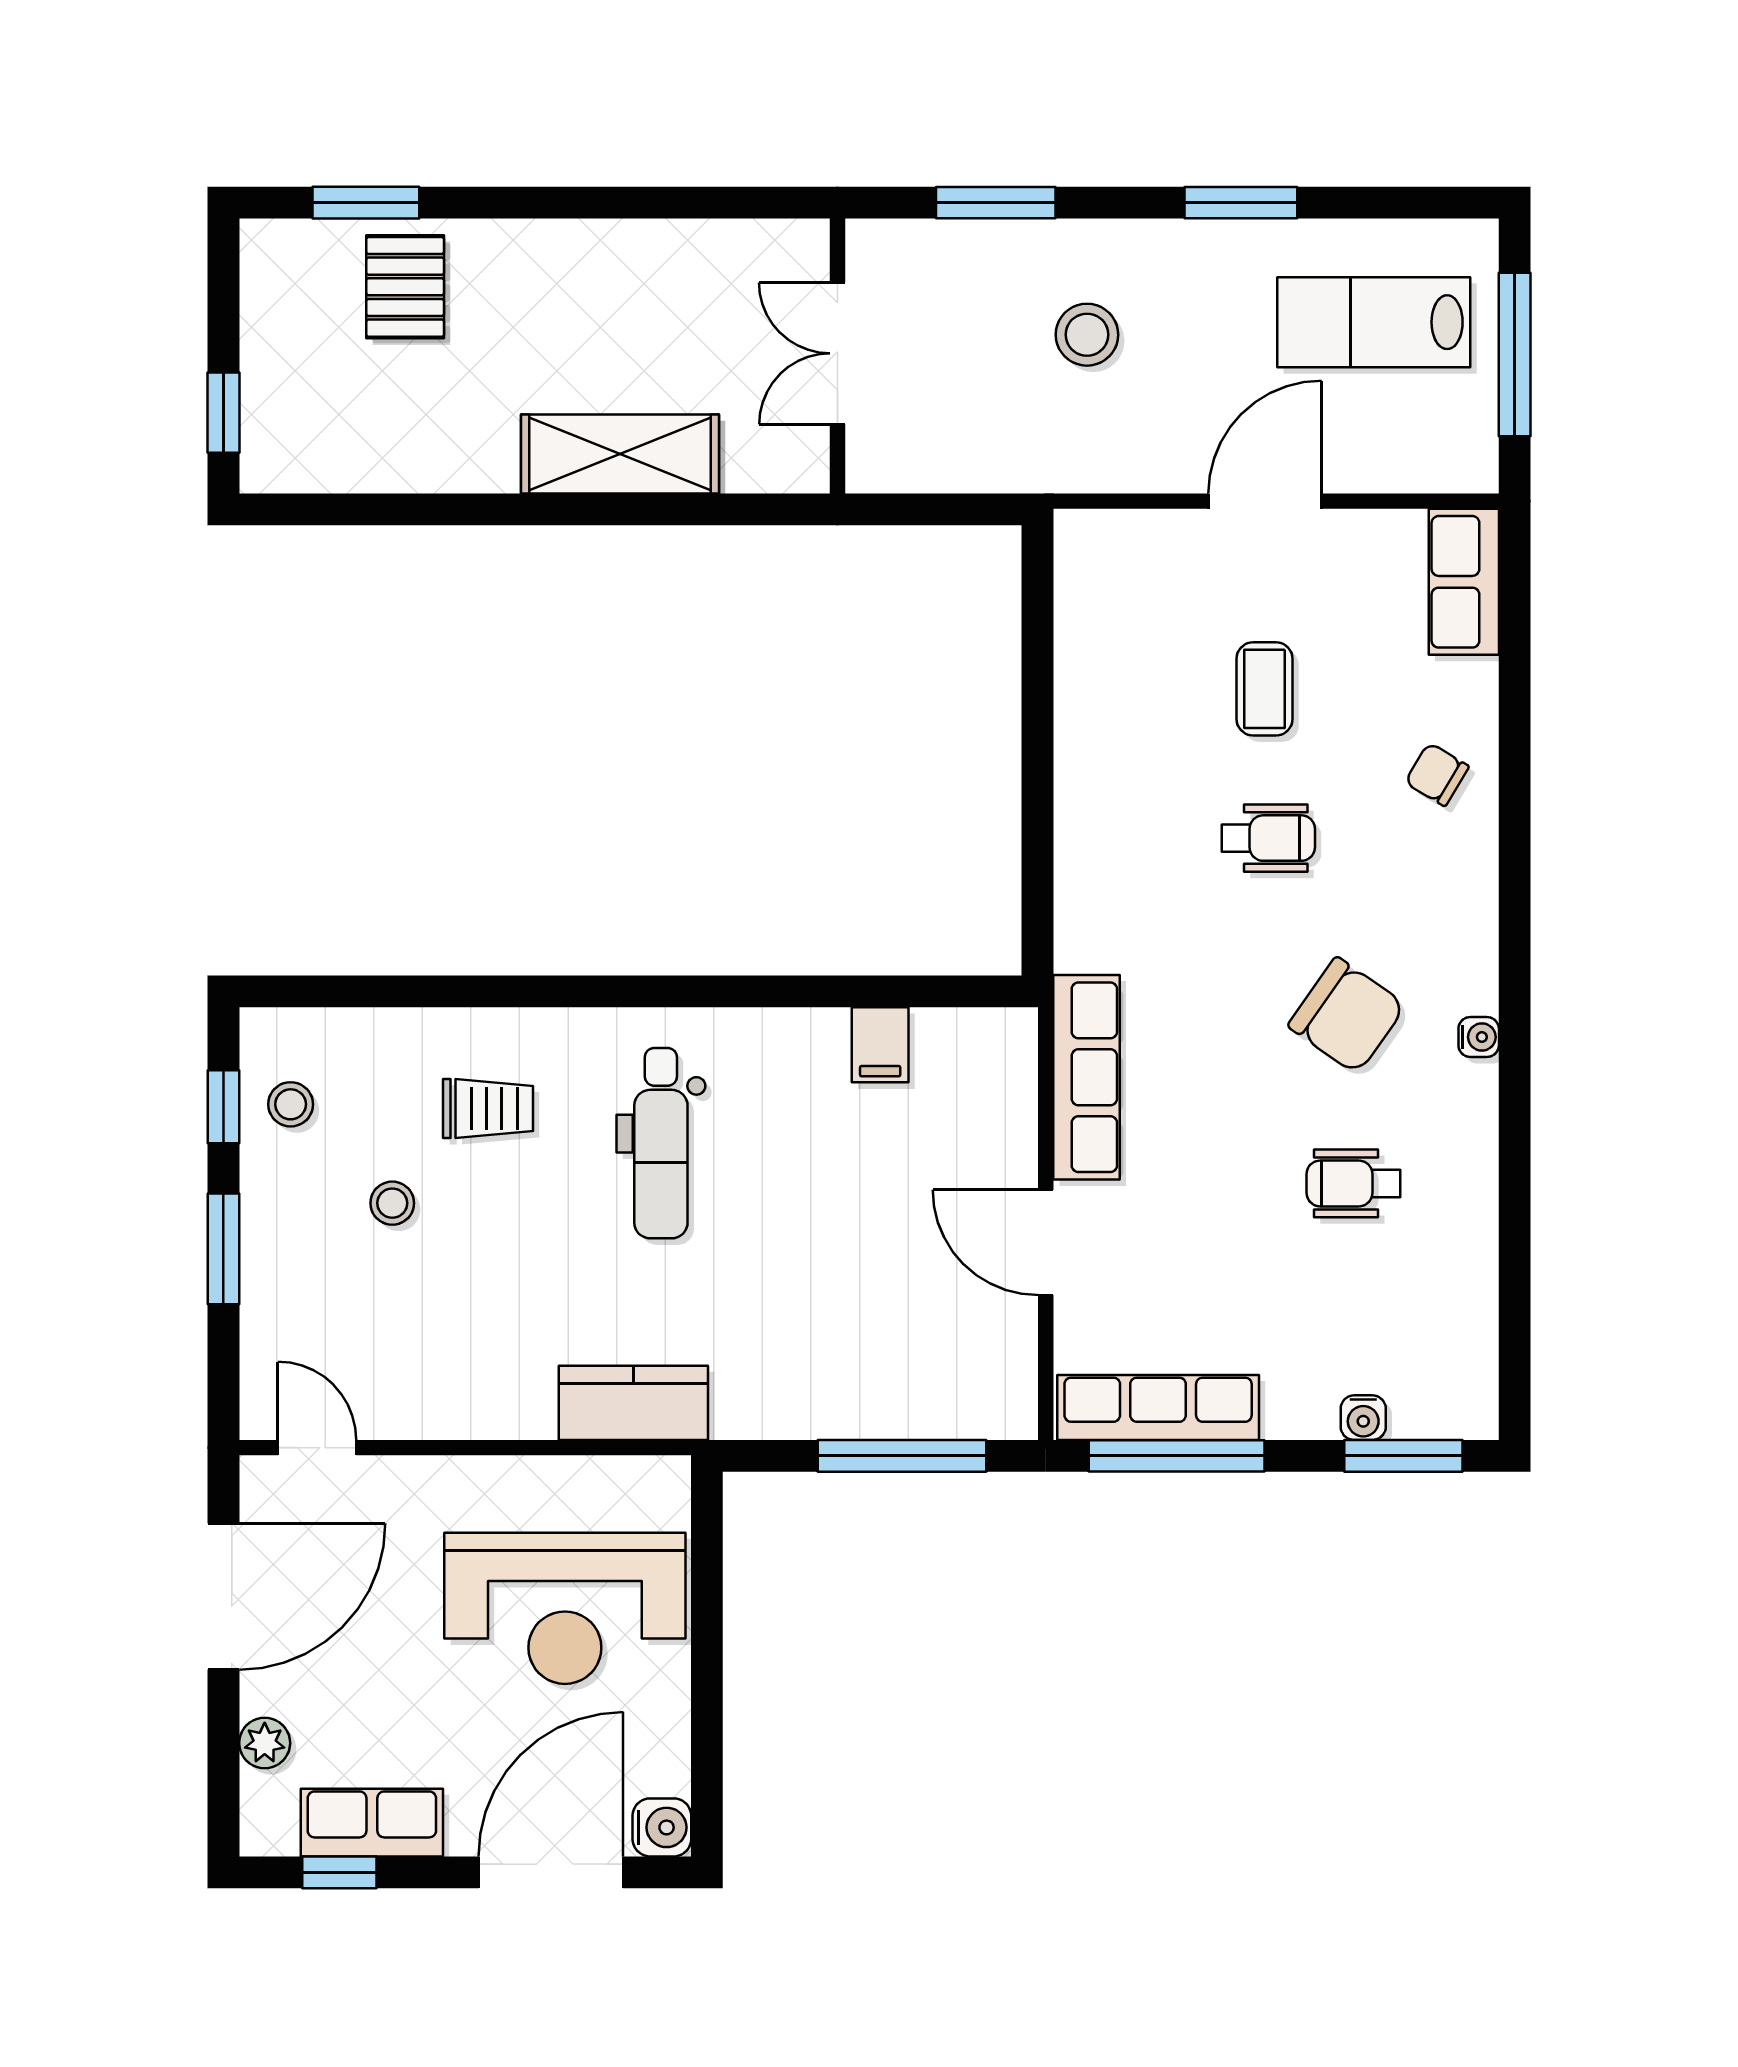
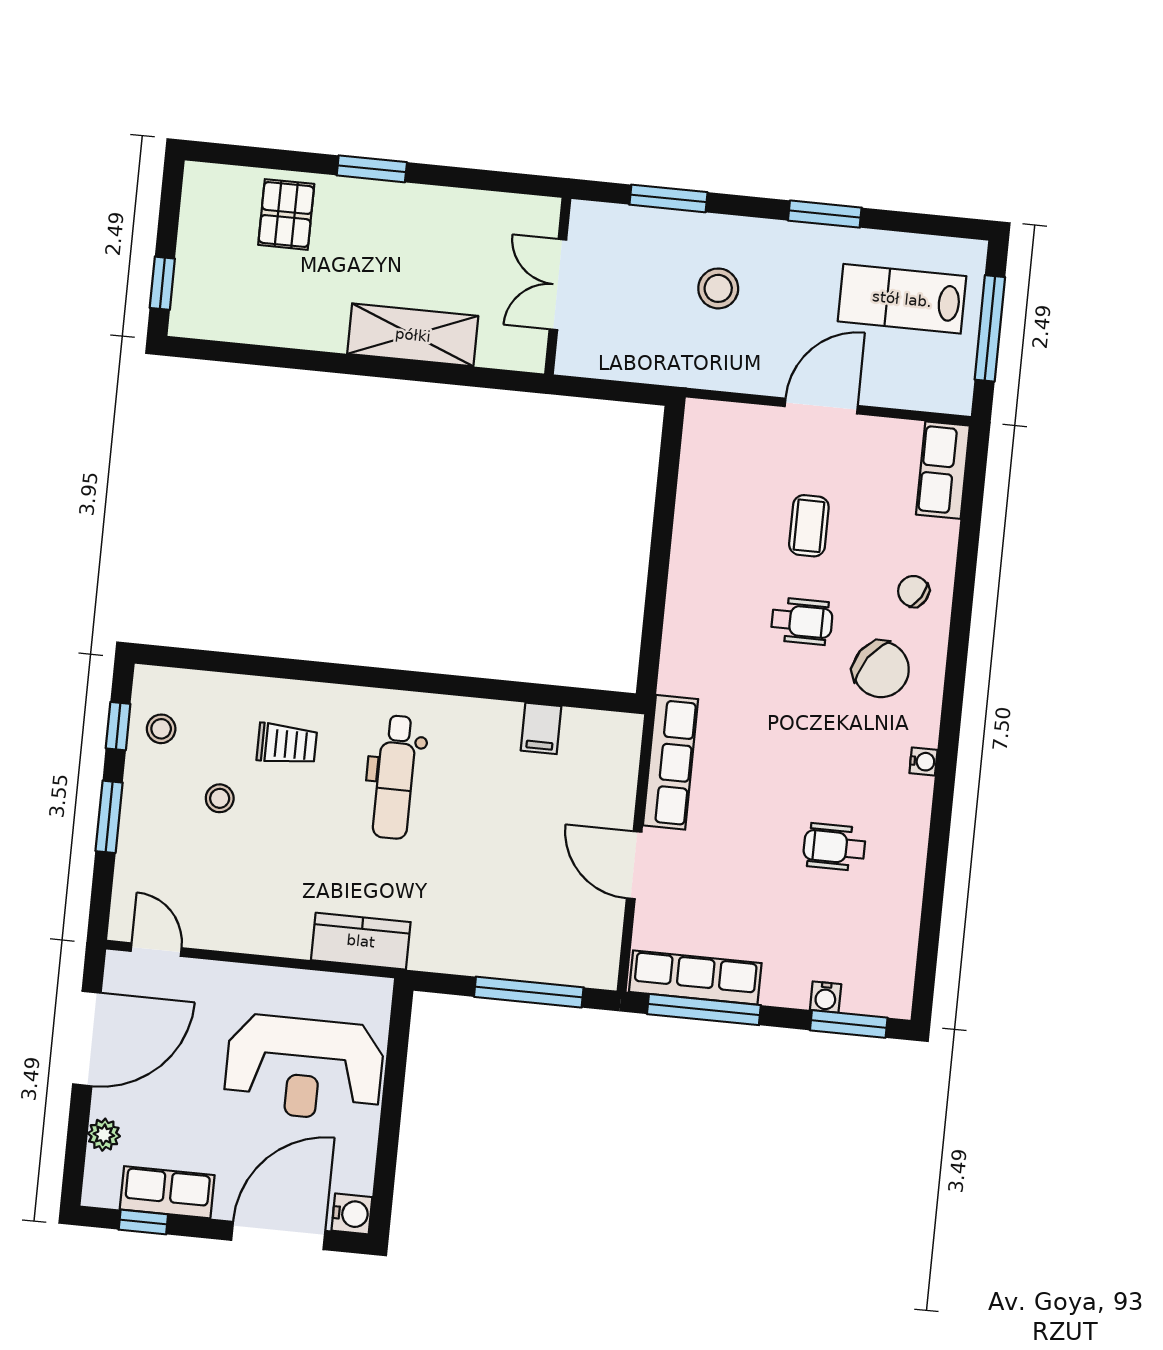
window: (366, 203) -> (372, 169), moved
chair: (1347, 1015) -> (881, 669), moved

